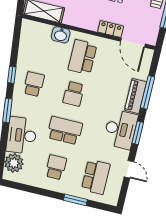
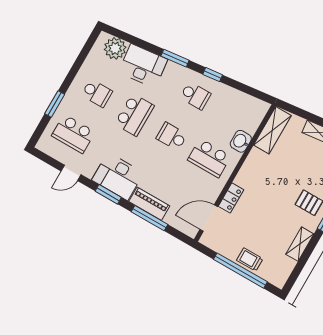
school desk: (83, 57) -> (209, 158), turned 180

